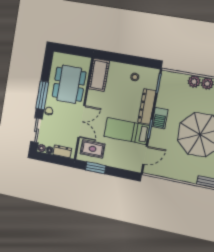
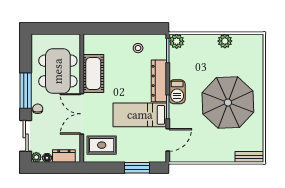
cot: (99, 75) -> (93, 73), moved
plant: (194, 82) -> (177, 41), moved
double door: (81, 121) -> (82, 114), swing flipped
window: (96, 168) -> (137, 168), moved

